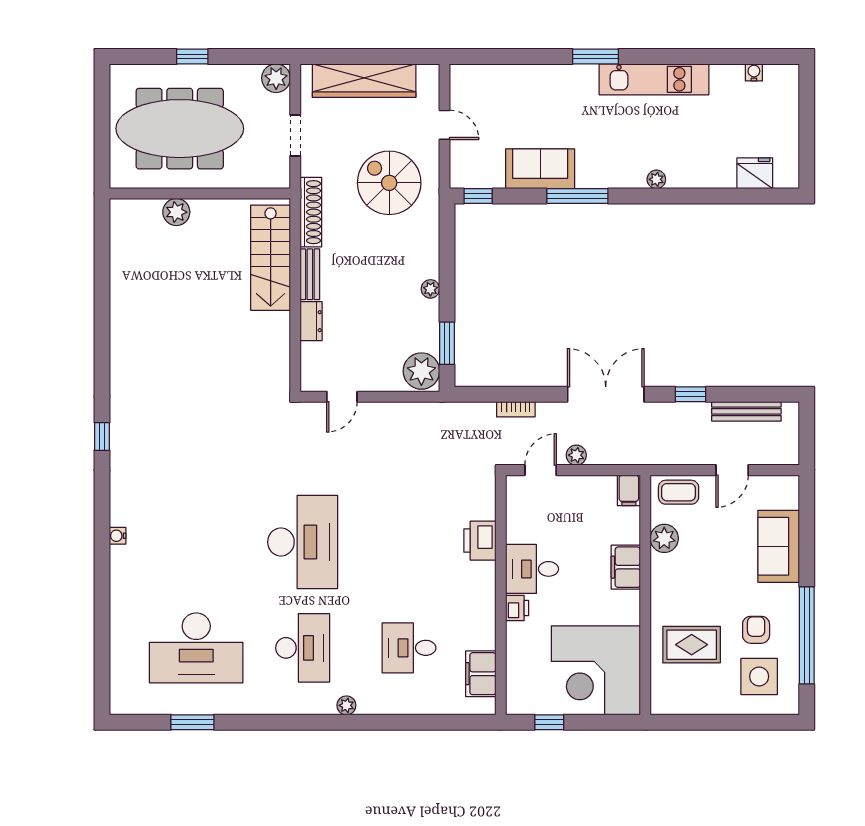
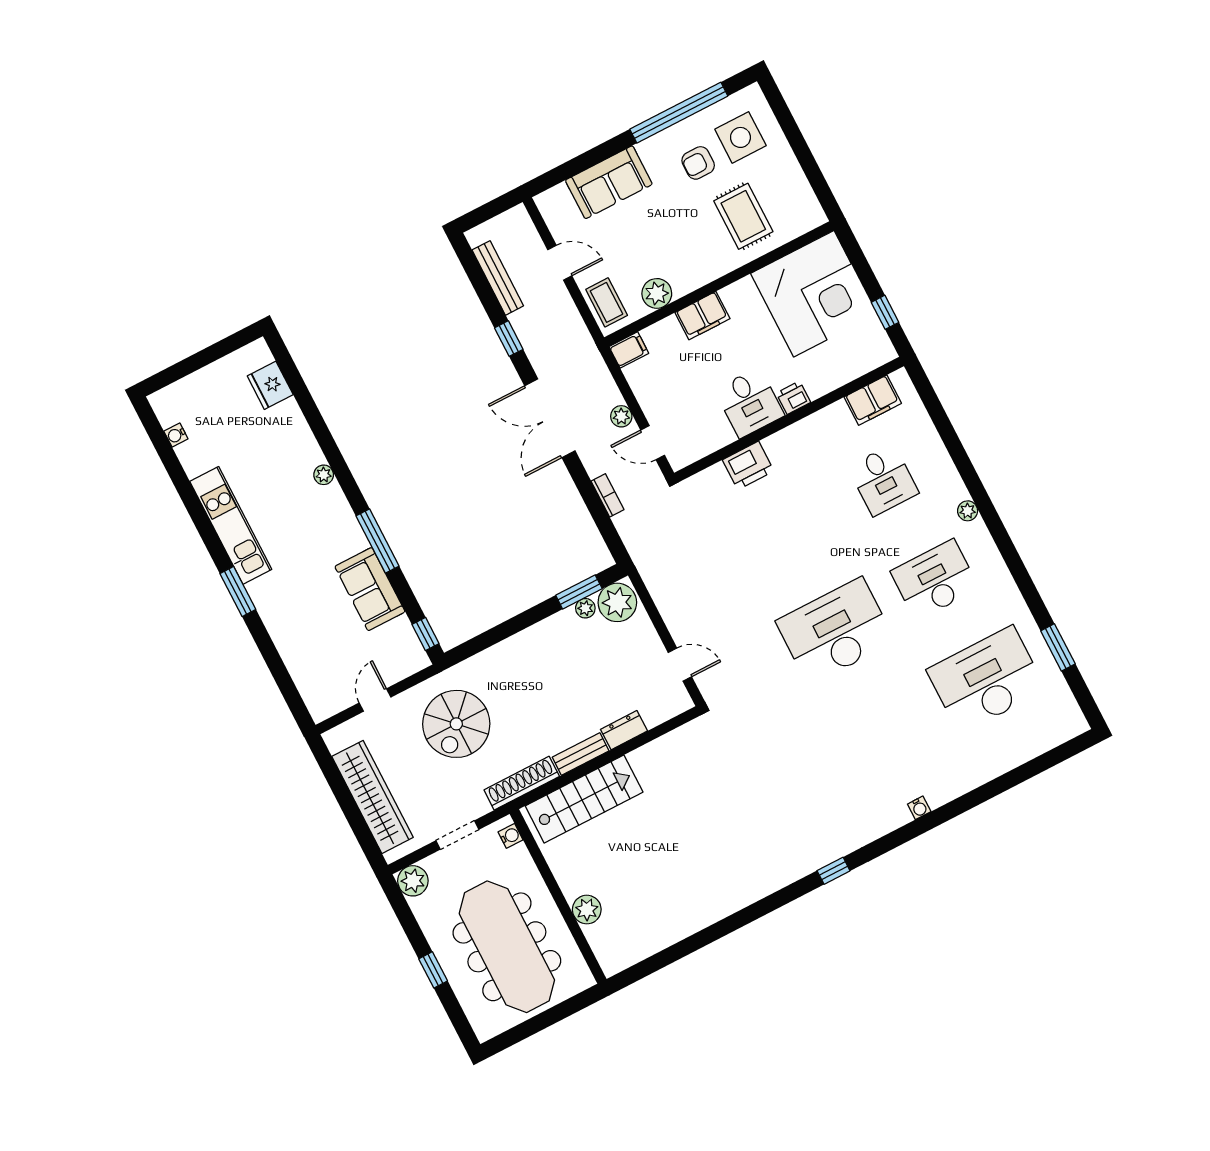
water cooler: (271, 180) -> (510, 836), added
plant: (430, 289) -> (585, 608), moved
desk: (196, 648) -> (986, 680), turned -90

